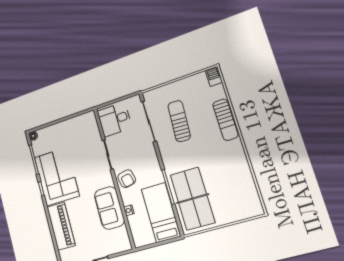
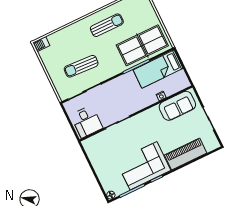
sun lounger: (225, 120) -> (107, 25), moved
armchair: (127, 179) -> (135, 102), removed
sofa: (109, 208) -> (177, 106), moved

